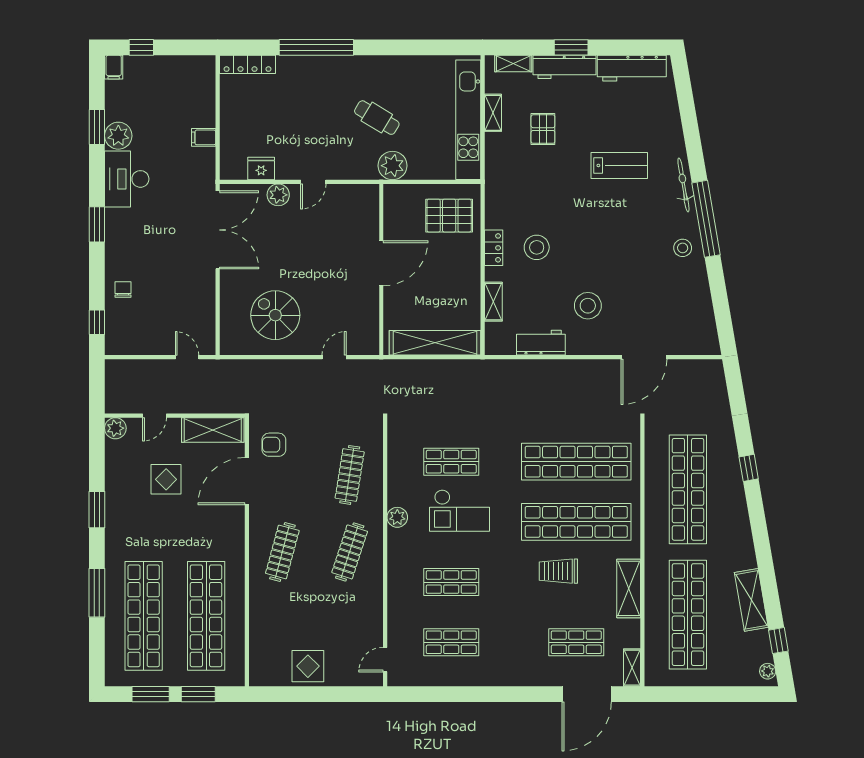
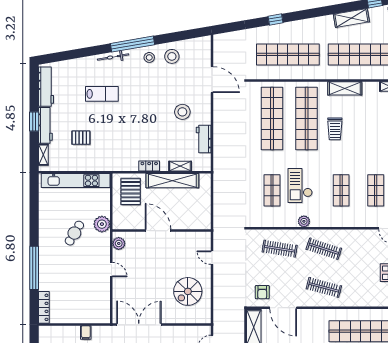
shelving: (493, 113) -> (72, 166), removed
lab bench: (619, 165) -> (102, 94), turned 90
fridge: (261, 168) -> (104, 300), removed
plant: (278, 195) -> (119, 243), moved
stool: (537, 247) -> (172, 56), moved
shelving: (435, 343) -> (172, 181), moved, turned 90
checkout: (460, 511) -> (300, 186), turned 180
shop shelf: (576, 642) -> (376, 119), removed

